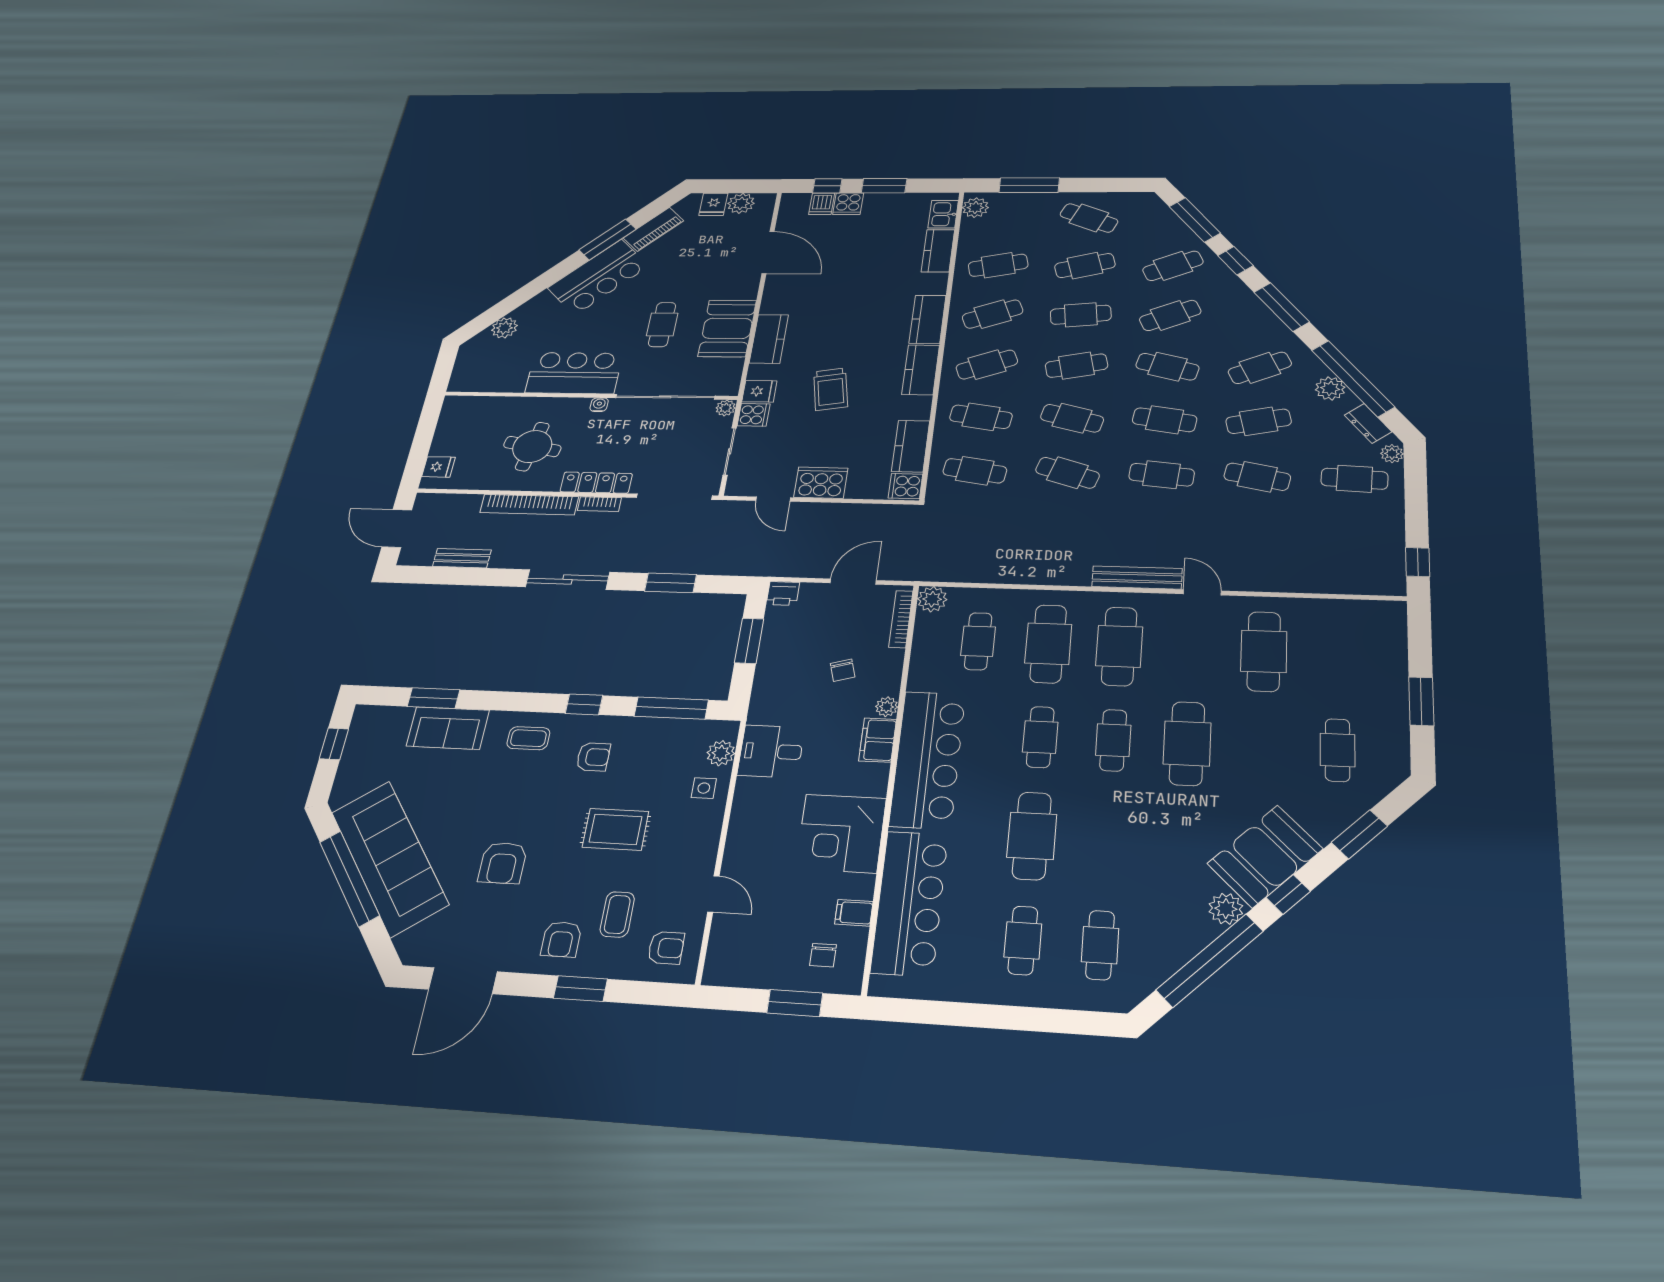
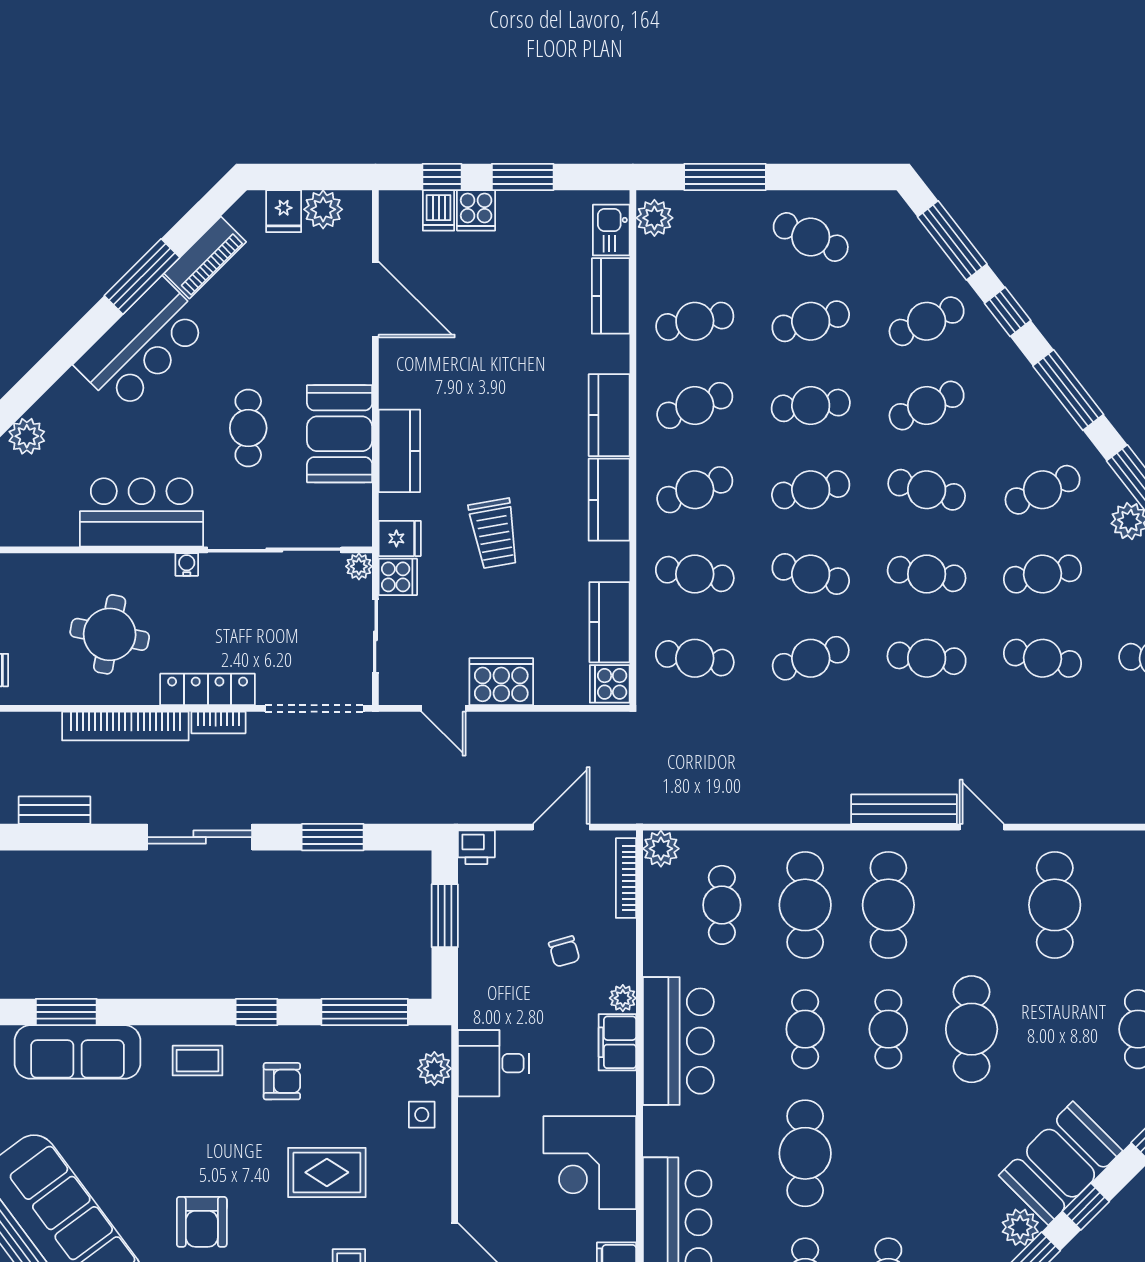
cafe table: (1067, 473) -> (811, 658), turned -36
sofa: (448, 728) -> (77, 1052), width x1.36
bar counter: (928, 759) -> (678, 1041), width x0.73

